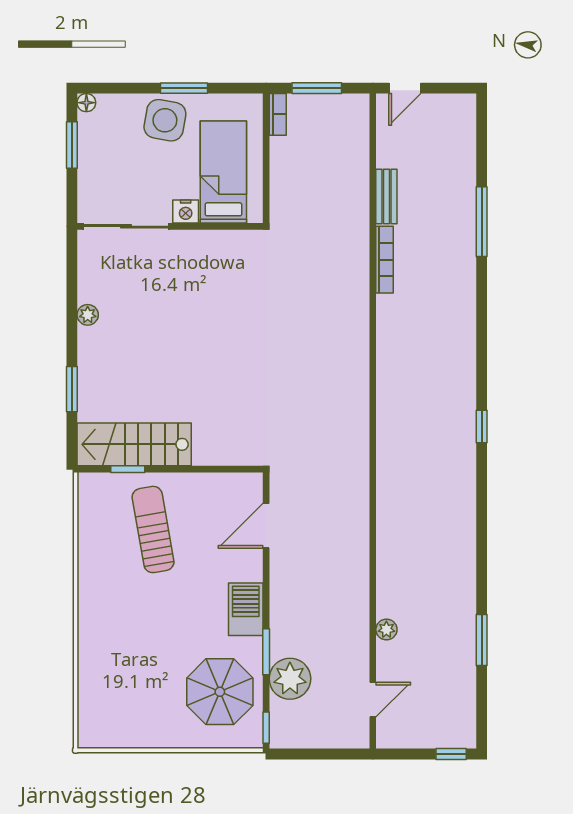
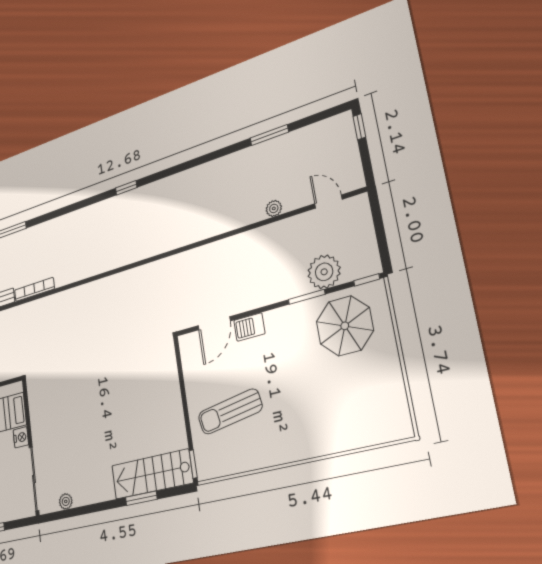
plant: (88, 315) -> (66, 501), moved
stairs: (134, 444) -> (152, 474), moved, turned 90
window: (128, 469) -> (193, 464), moved
door: (266, 526) -> (214, 323), hinge flipped
barbecue: (246, 609) -> (249, 327), moved, width x0.73, depth x0.79

